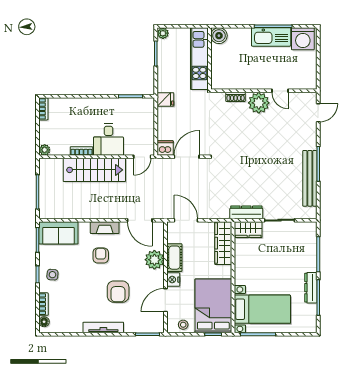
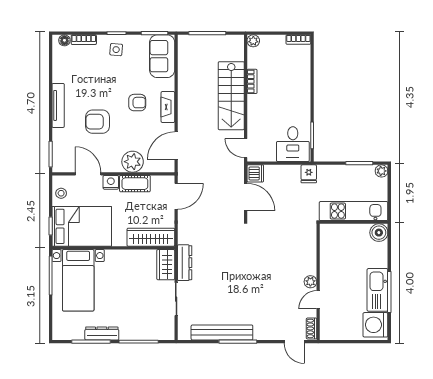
shoe rack: (236, 97) -> (312, 328), moved
plant: (259, 103) -> (310, 282), width x0.53, depth x0.53
desk: (109, 140) -> (293, 144), moved, turned -90

